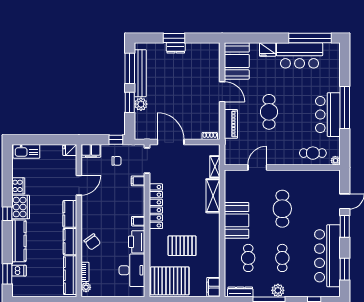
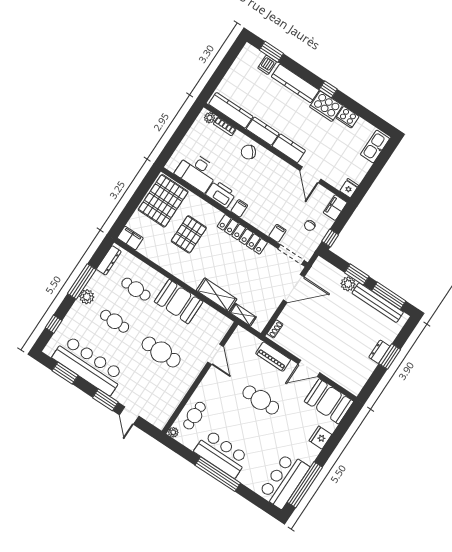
bar counter: (300, 55) -> (284, 481), moved

